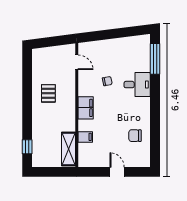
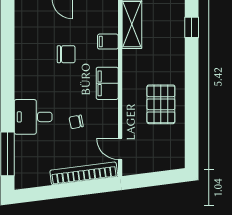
bookcase: (102, 45) -> (84, 173), added
pallet: (48, 93) -> (161, 104), width x1.50, depth x1.42
chair: (135, 136) -> (66, 54), moved

